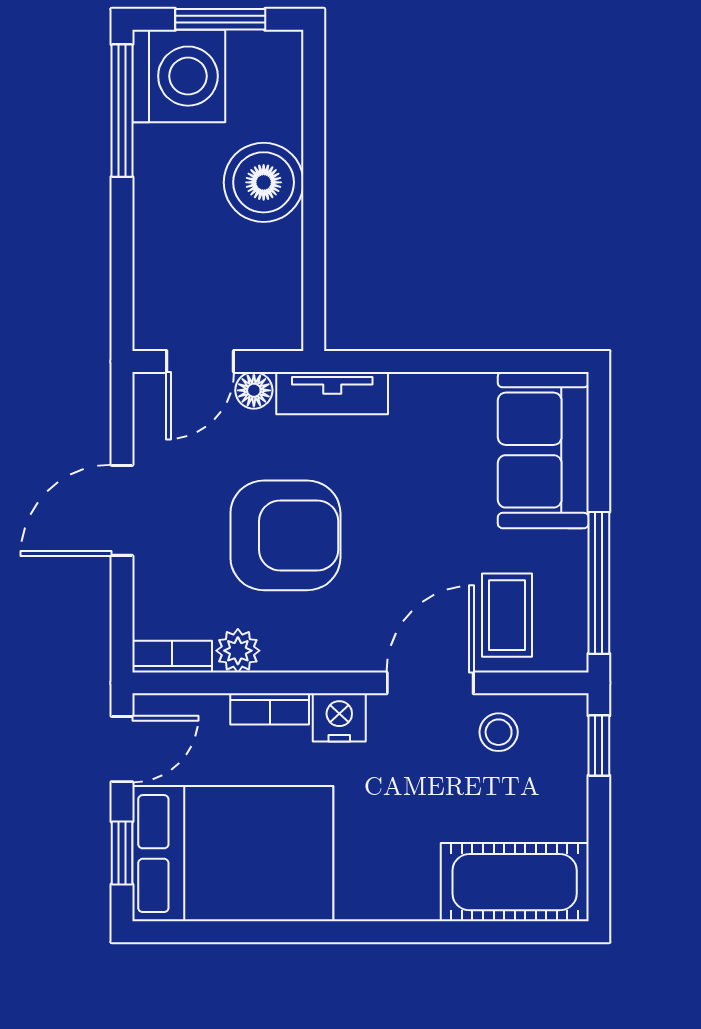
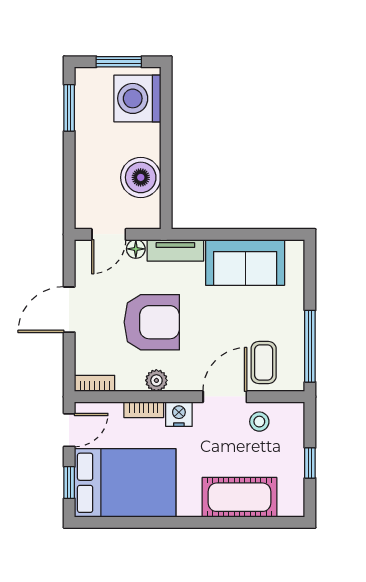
washing machine: (179, 76) -> (137, 98), moved, turned 180
window: (122, 111) -> (69, 108), width x0.69
boiler: (264, 182) -> (141, 177), moved
sofa: (543, 450) -> (245, 263), moved, turned -90
plant: (238, 651) -> (156, 380), moved
window: (599, 745) -> (310, 463), moved
cot: (515, 882) -> (240, 497), moved

